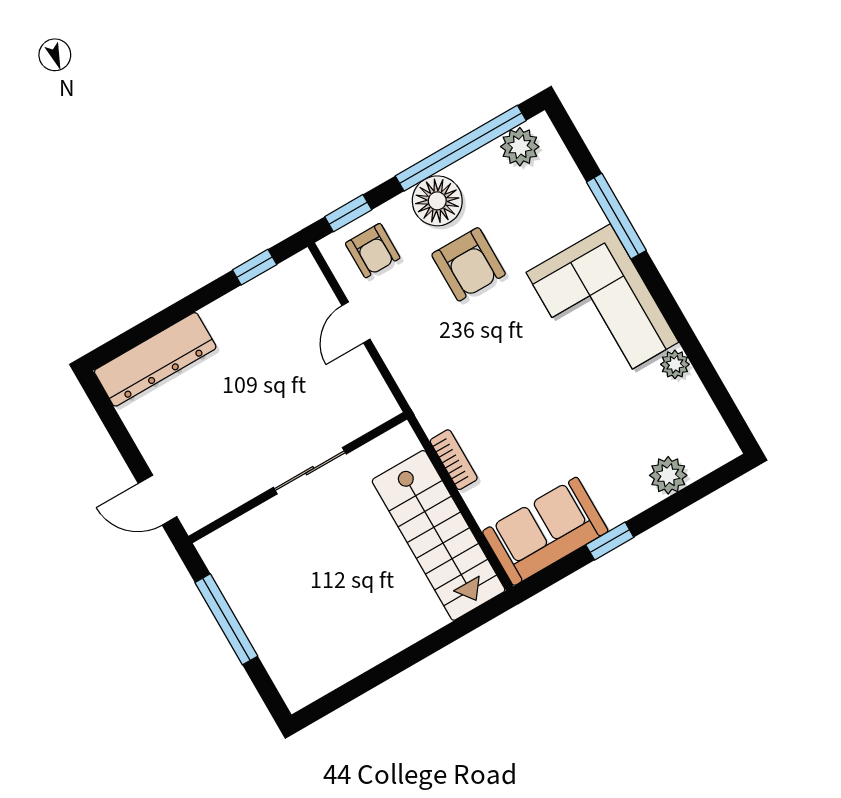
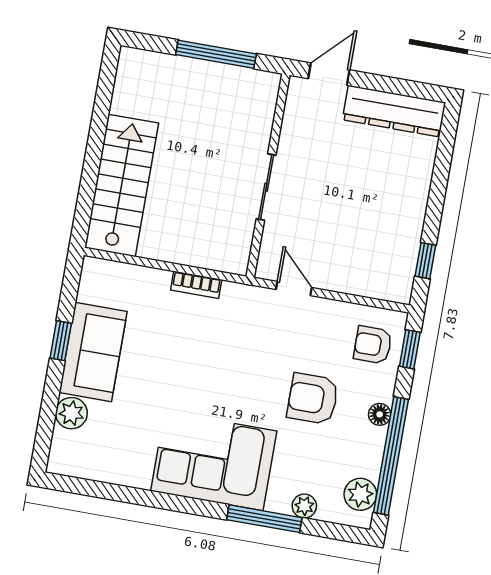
floor lamp: (437, 201) -> (380, 414), width x0.53, depth x0.53
door: (356, 322) -> (294, 288), moved
dresser: (155, 359) -> (394, 111), moved, turned -90
plant: (675, 364) -> (304, 506), moved
sofa: (545, 531) -> (93, 352), moved
stairs: (439, 535) -> (122, 185), moved, turned 90

